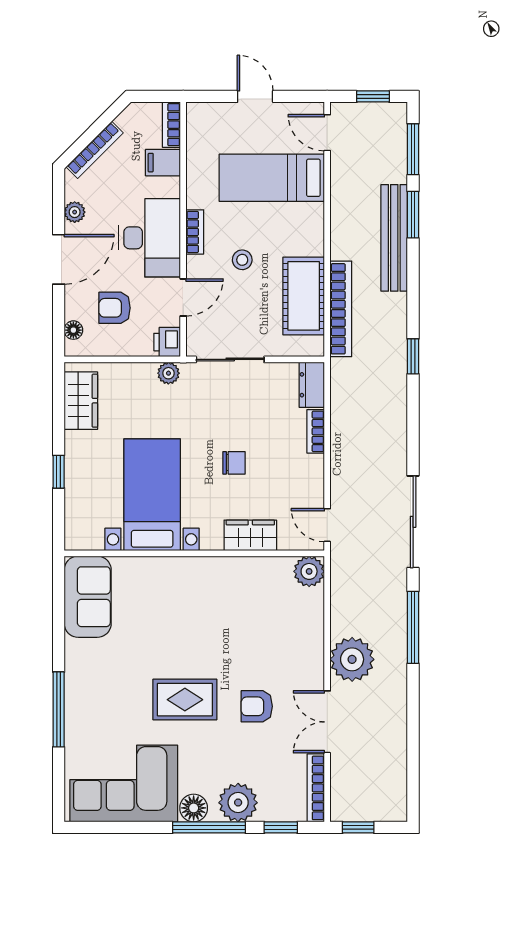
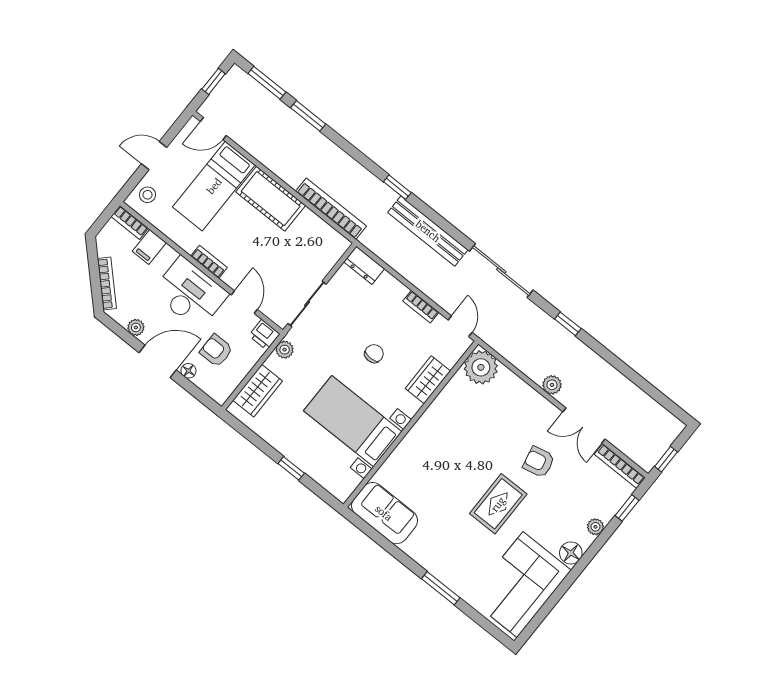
bench: (394, 238) -> (428, 231), moved
door: (59, 259) -> (158, 361), hinge flipped
stool: (242, 260) -> (148, 195), moved
cot: (304, 296) -> (271, 199), moved
armchair: (115, 308) -> (216, 351), turned 90
floor lamp: (73, 330) -> (188, 371), moved
wardrobe: (81, 401) -> (258, 391), moved, turned 90
bookcase: (316, 431) -> (421, 307), moved
door: (327, 525) -> (460, 326), swing flipped
plant: (309, 571) -> (481, 367), width x1.36, depth x1.36
window: (413, 627) -> (568, 324), width x0.46
plant: (352, 659) -> (552, 385), width x0.53, depth x0.53
armchair: (257, 706) -> (539, 462), turned 78
window: (59, 709) -> (441, 588), width x0.69
plant: (238, 803) -> (595, 527), width x0.53, depth x0.53
window: (209, 827) -> (591, 553), removed

